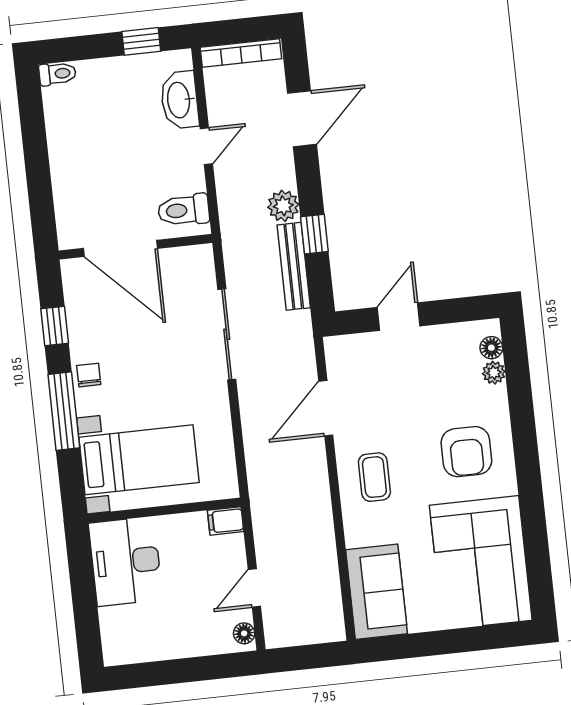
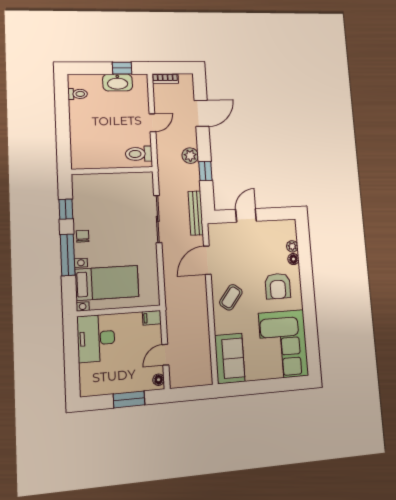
bookcase: (241, 53) -> (165, 79), width x0.64
toilet: (57, 74) -> (78, 94), moved
washbasin: (180, 100) -> (118, 82), moved, turned -90
door: (120, 248) -> (104, 171), removed
bench: (294, 266) -> (196, 213), moved
floor lamp: (491, 348) -> (293, 259), moved
coffee table: (374, 477) -> (231, 297), turned 37
window: (192, 669) -> (129, 399), added

